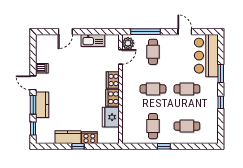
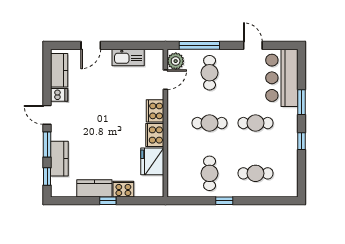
kitchen counter: (42, 50) -> (59, 70), added
kitchen counter: (42, 105) -> (59, 159), moved

